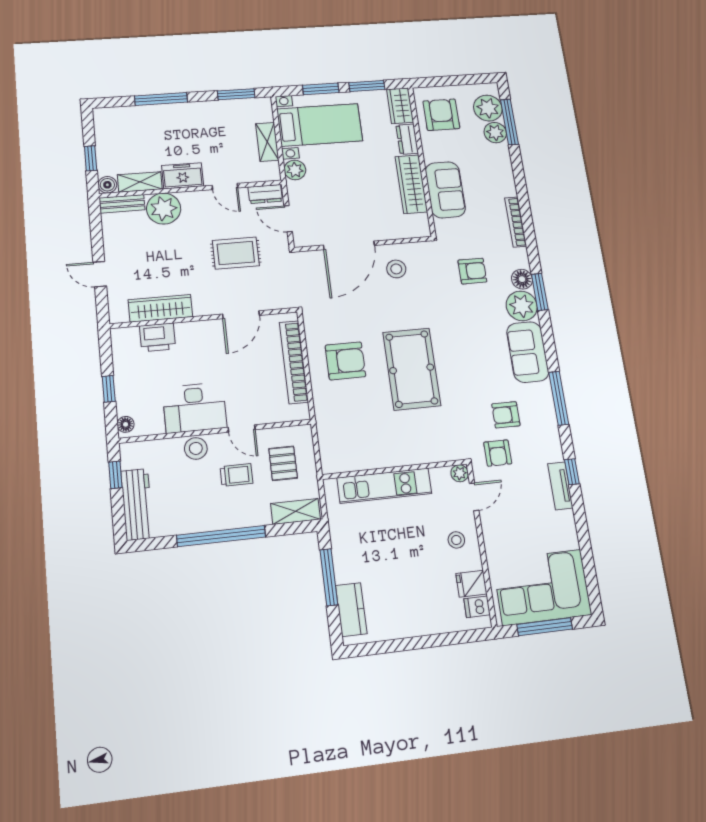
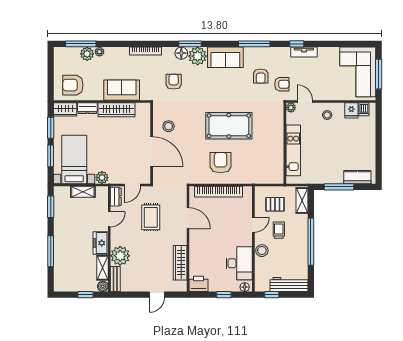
plant: (488, 108) -> (99, 52), moved, width x0.53, depth x0.53
printer: (157, 337) -> (199, 284), moved, turned -90
desk: (195, 408) -> (239, 263), moved

